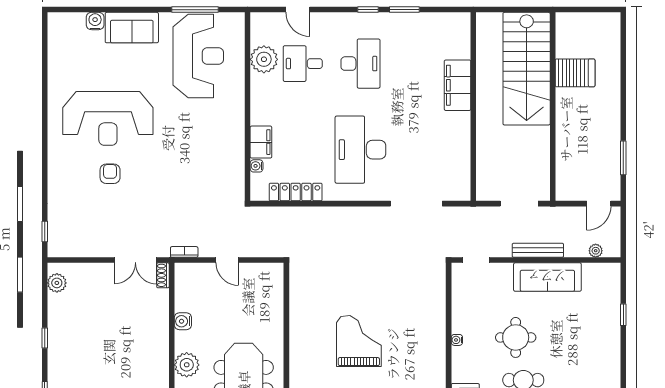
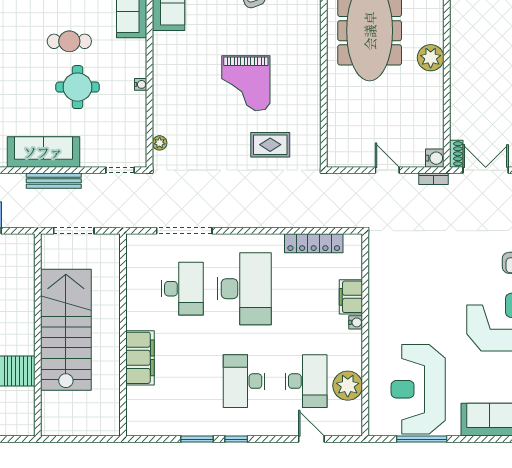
desk: (303, 64) -> (306, 381), width x1.37
stairs: (527, 69) -> (66, 330), moved
desk: (418, 150) -> (182, 289), added
water cooler: (257, 166) -> (356, 322), moved
rug: (336, 284) -> (270, 145), added
plant: (439, 285) -> (160, 143), added
water cooler: (183, 321) -> (435, 158), moved

